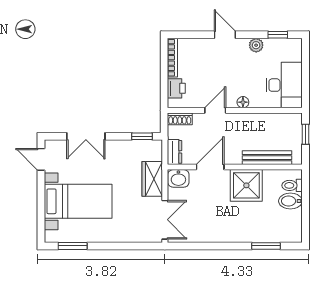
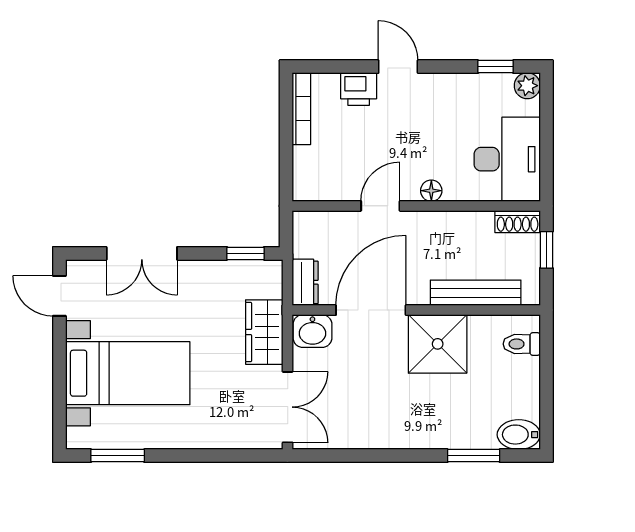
plant: (256, 45) -> (527, 86), moved
printer: (176, 88) -> (359, 89), moved, turned 90
shoe rack: (180, 119) -> (518, 222), moved
door: (210, 167) -> (371, 310), width x1.36
bidet: (290, 201) -> (519, 435), moved

